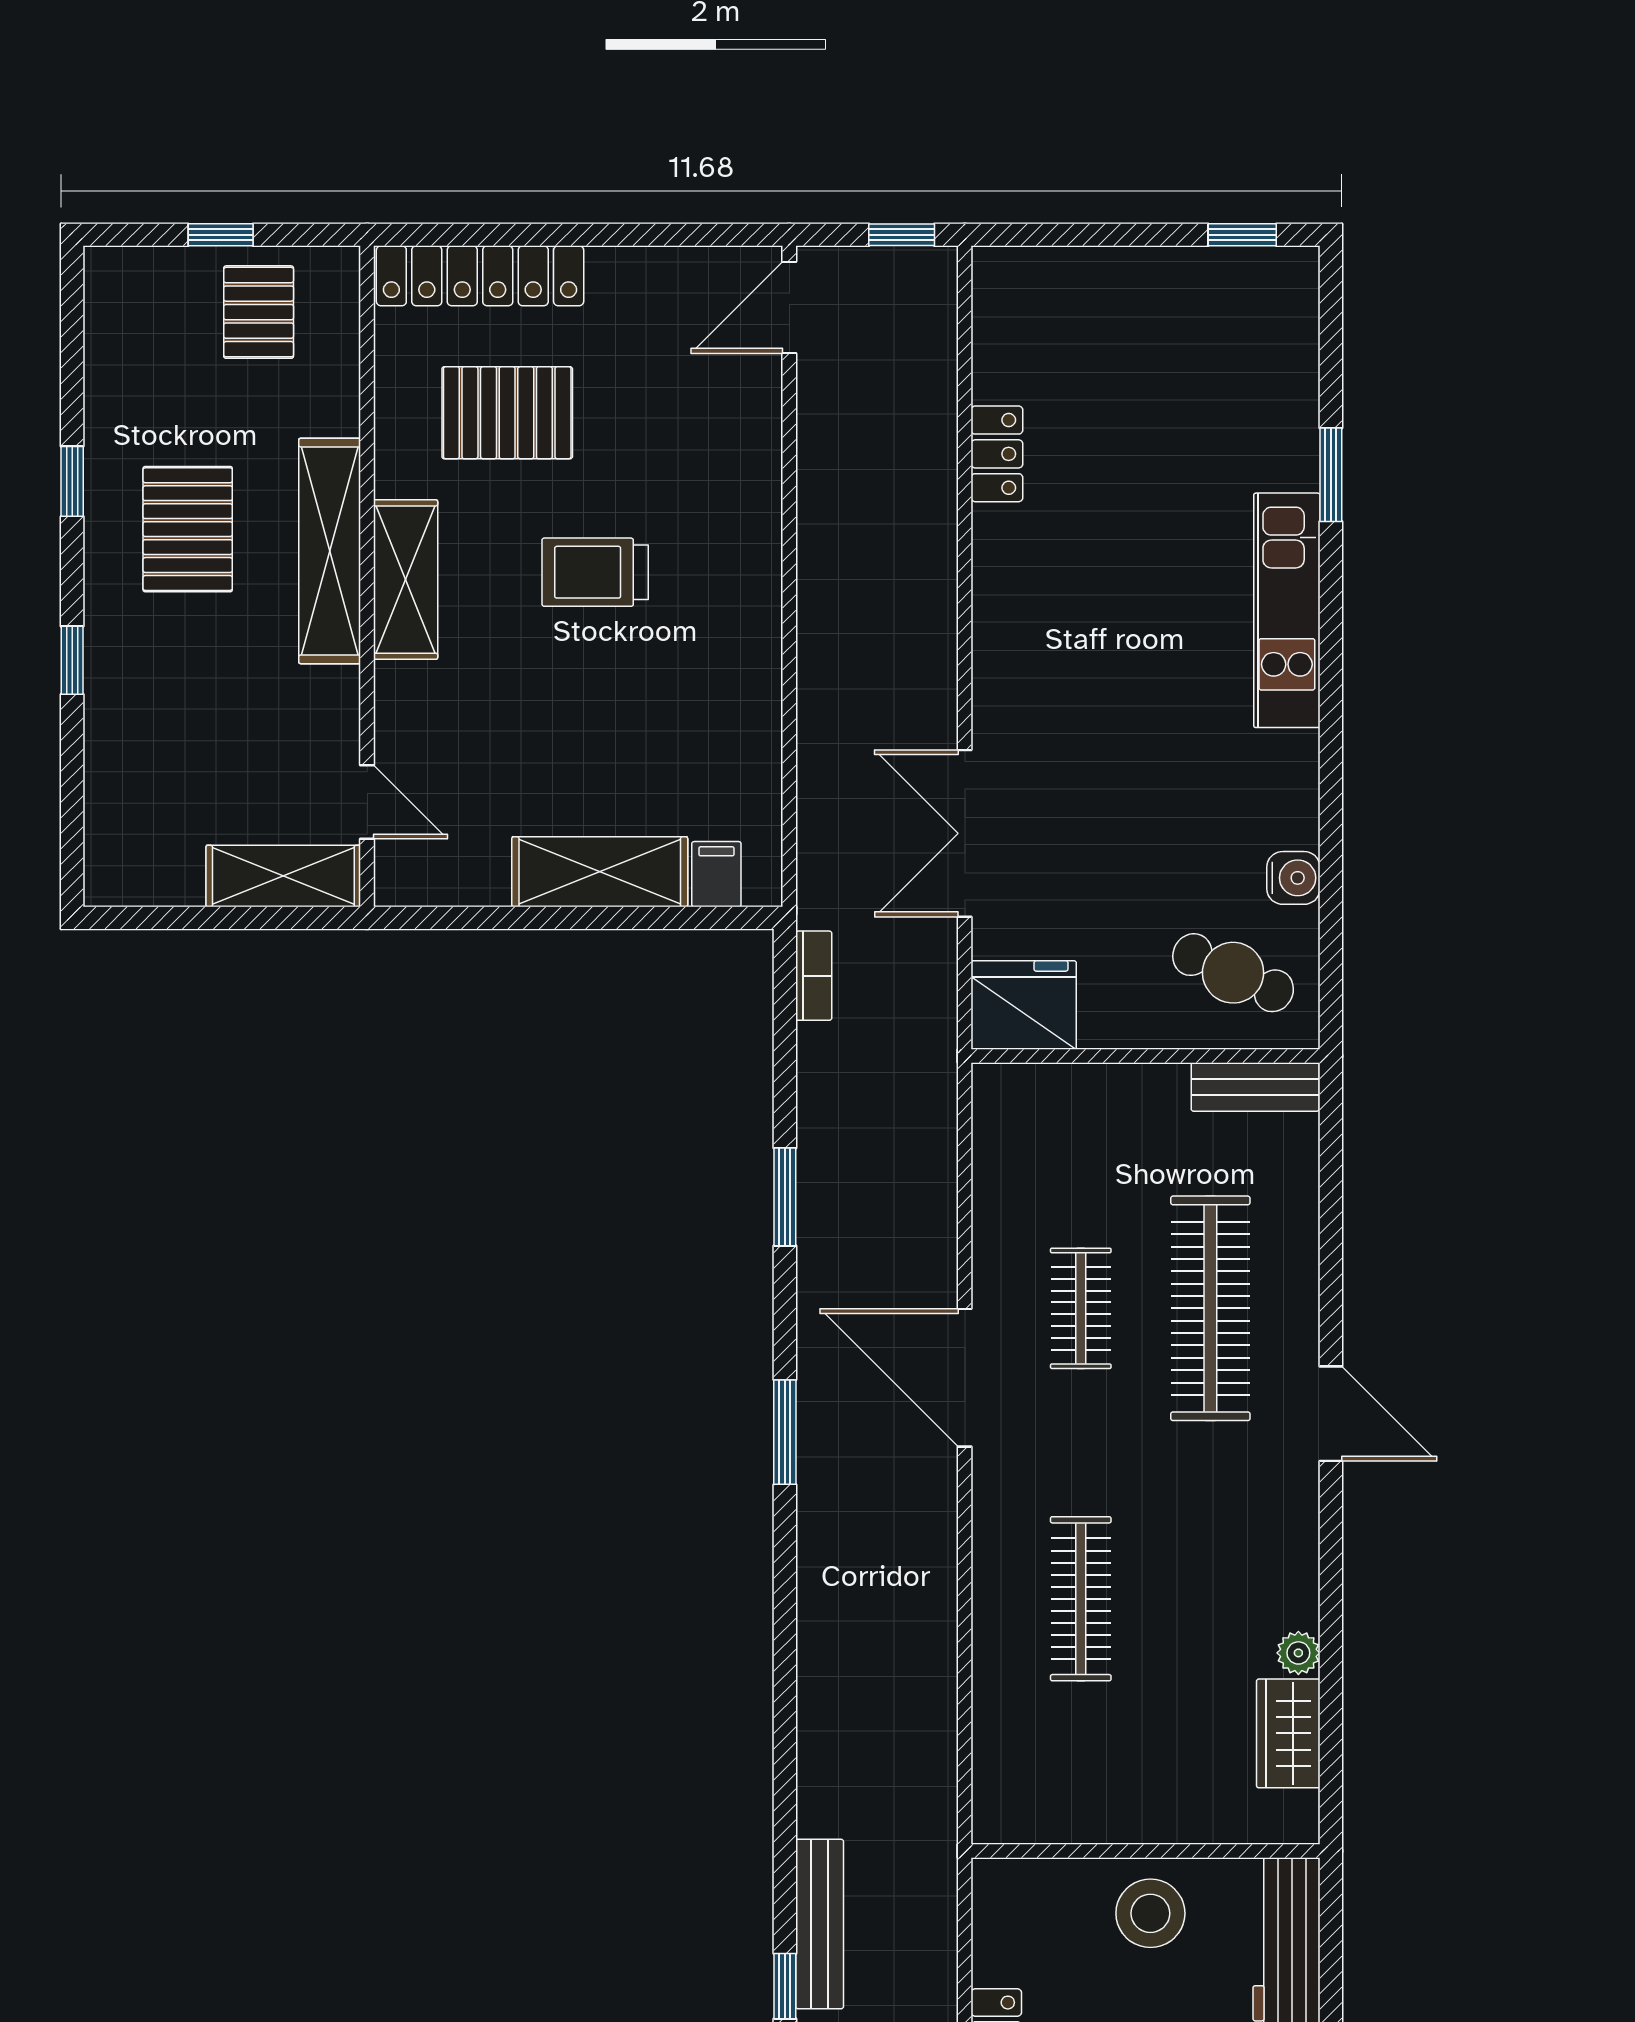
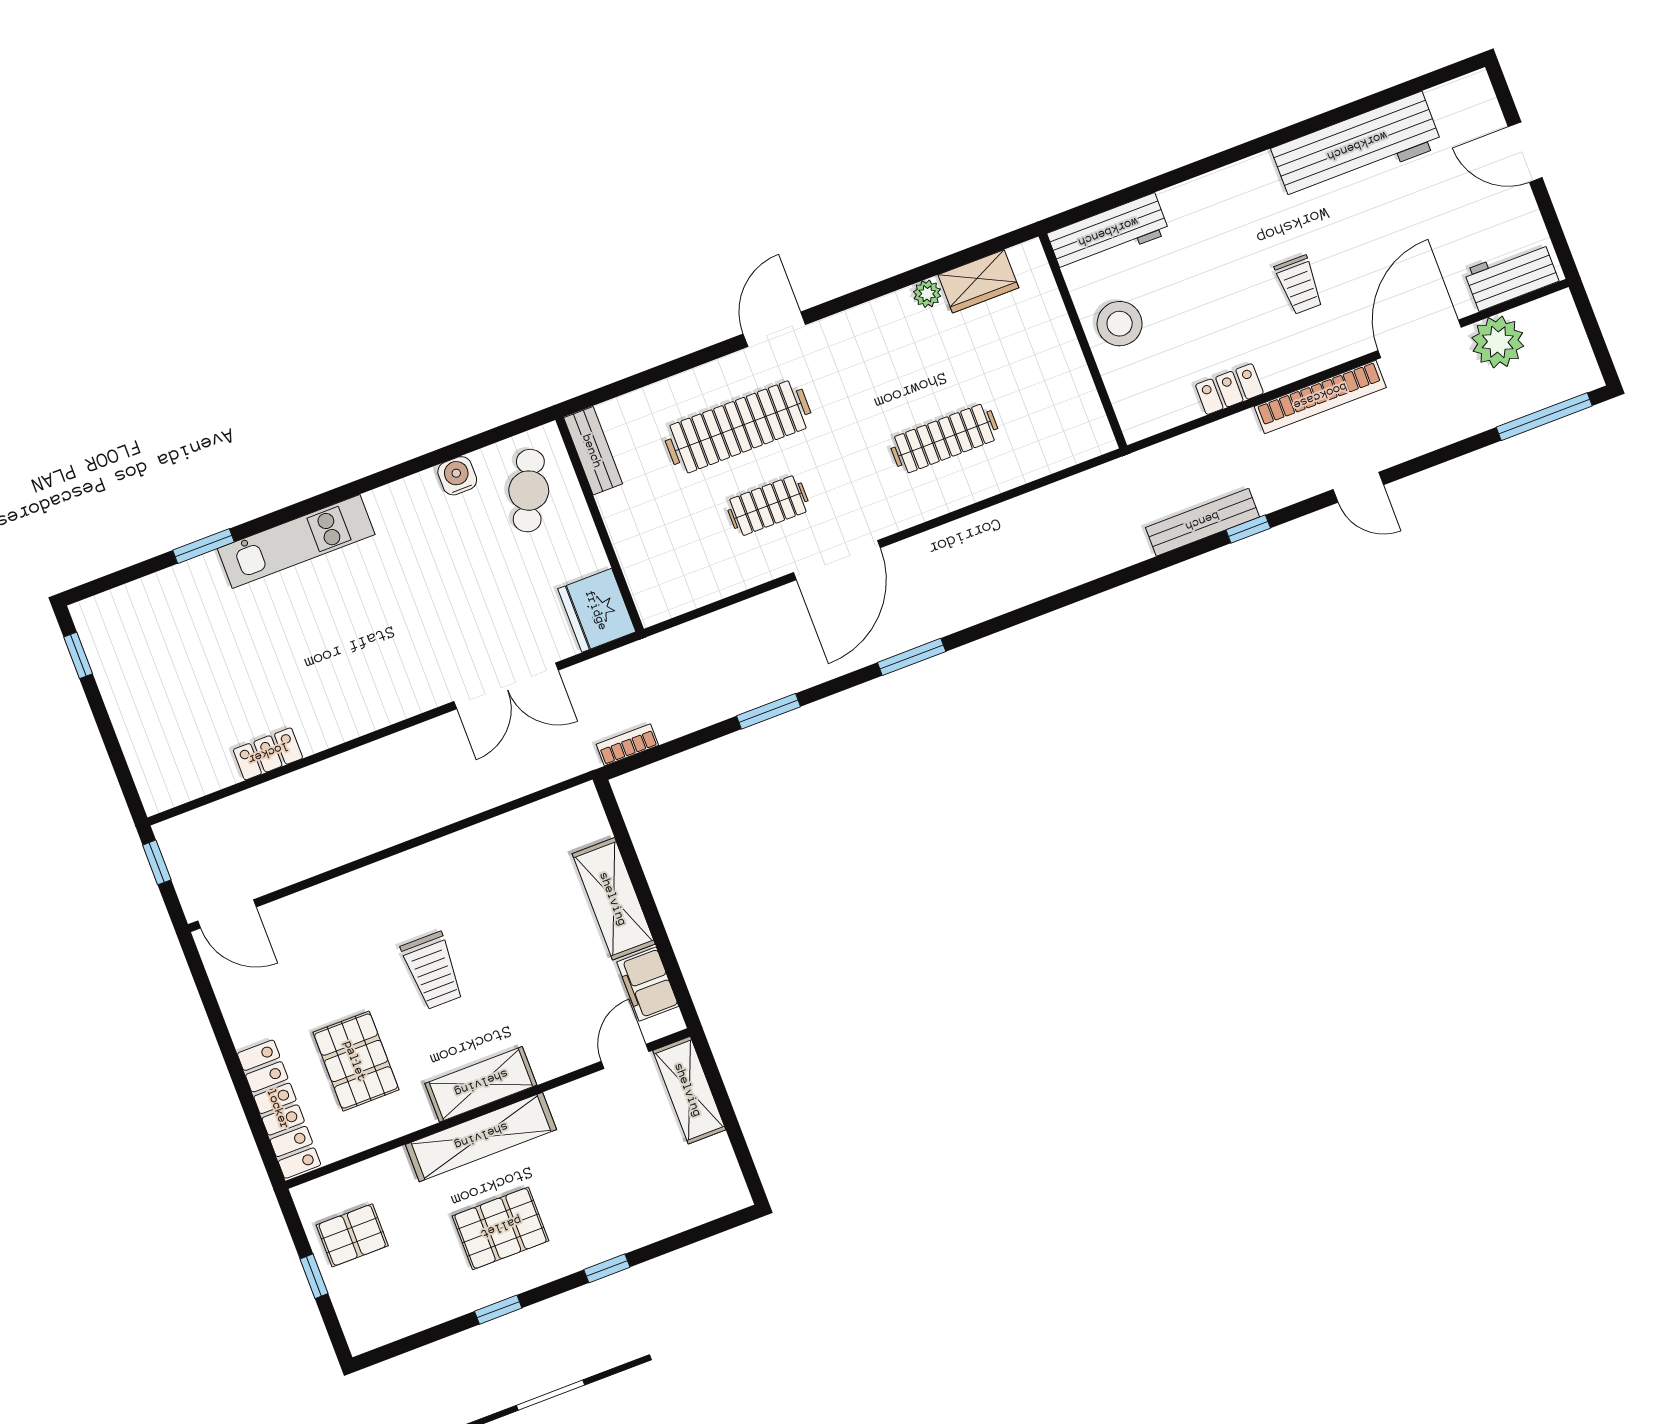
filing cabinet: (716, 874) -> (648, 984), moved, width x2.00

